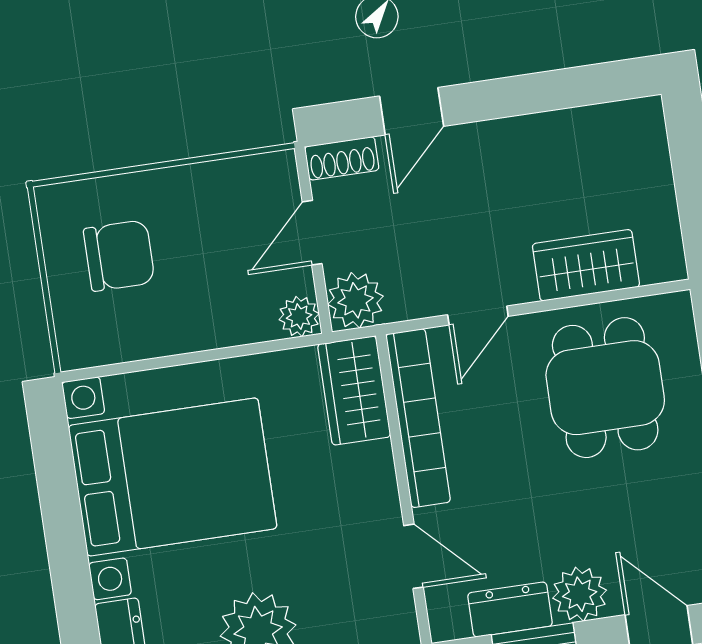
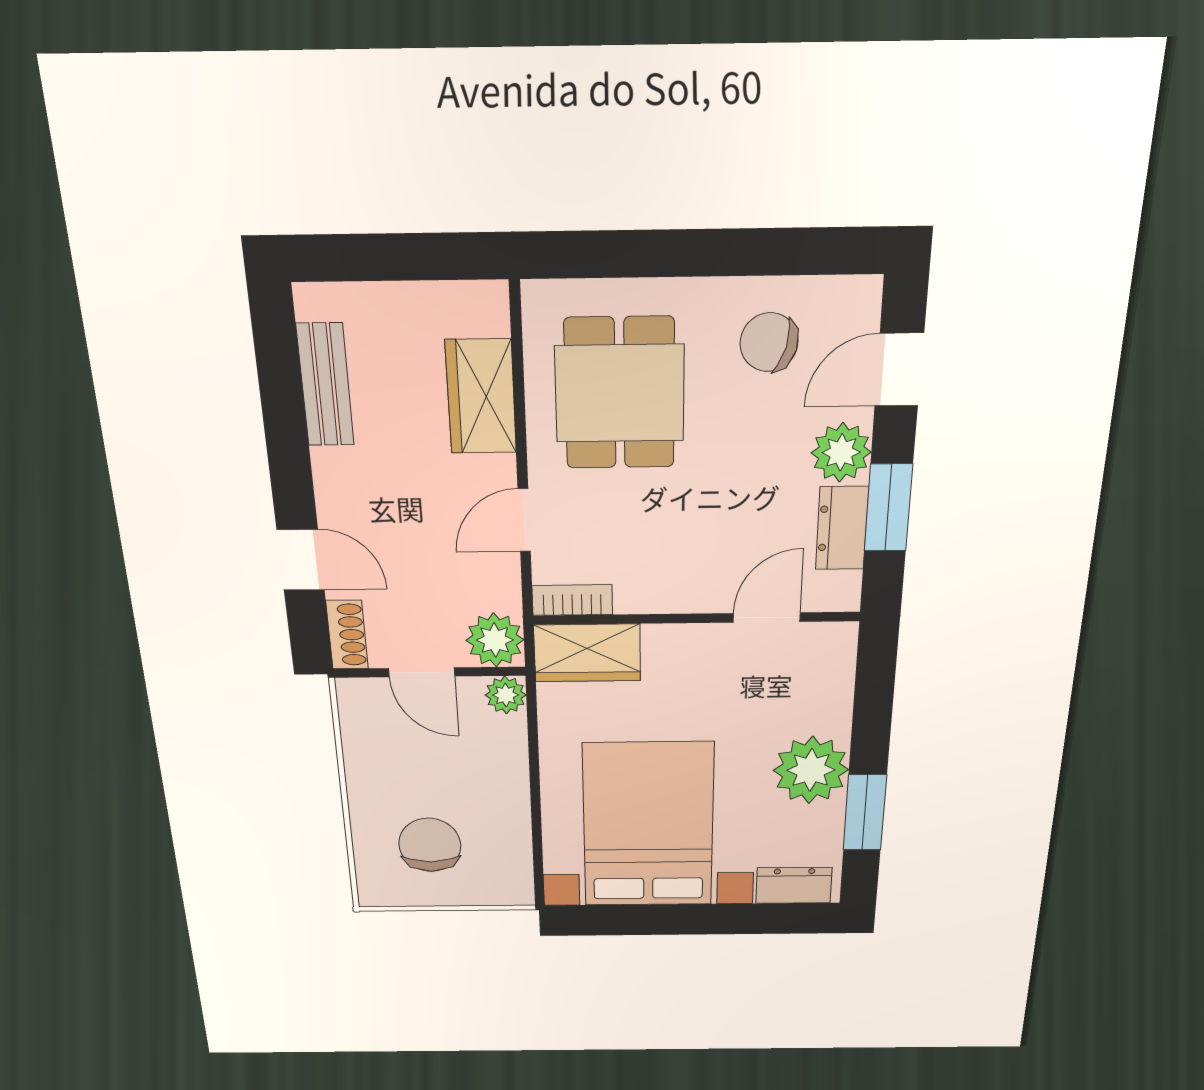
bench: (578, 127) -> (325, 385), added
door: (478, 316) -> (524, 520), swing flipped
dining table: (605, 388) -> (620, 394), turned 90
bookcase: (418, 418) -> (572, 600), width x0.43, depth x0.76
chair: (667, 511) -> (769, 342), added

